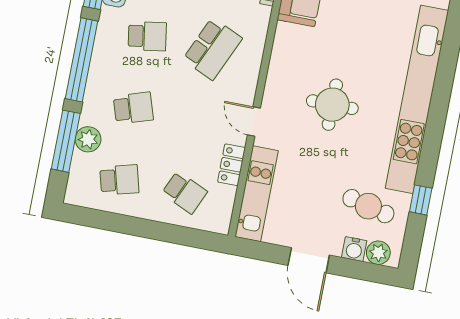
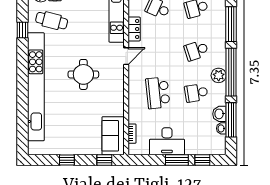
school desk: (212, 49) -> (158, 93), turned -30
door: (254, 121) -> (126, 56), hinge flipped
plant: (88, 139) -> (219, 75), moved

